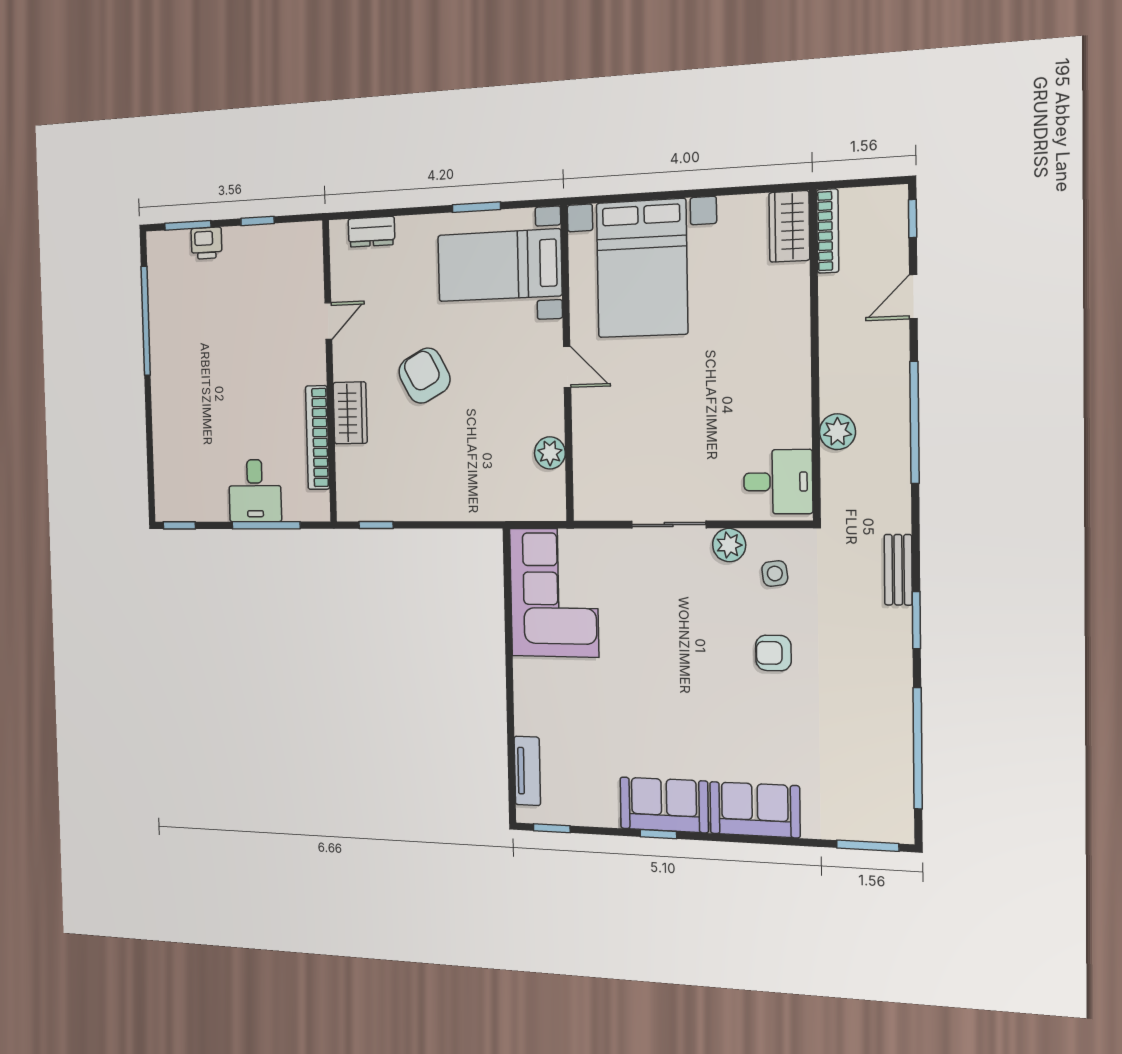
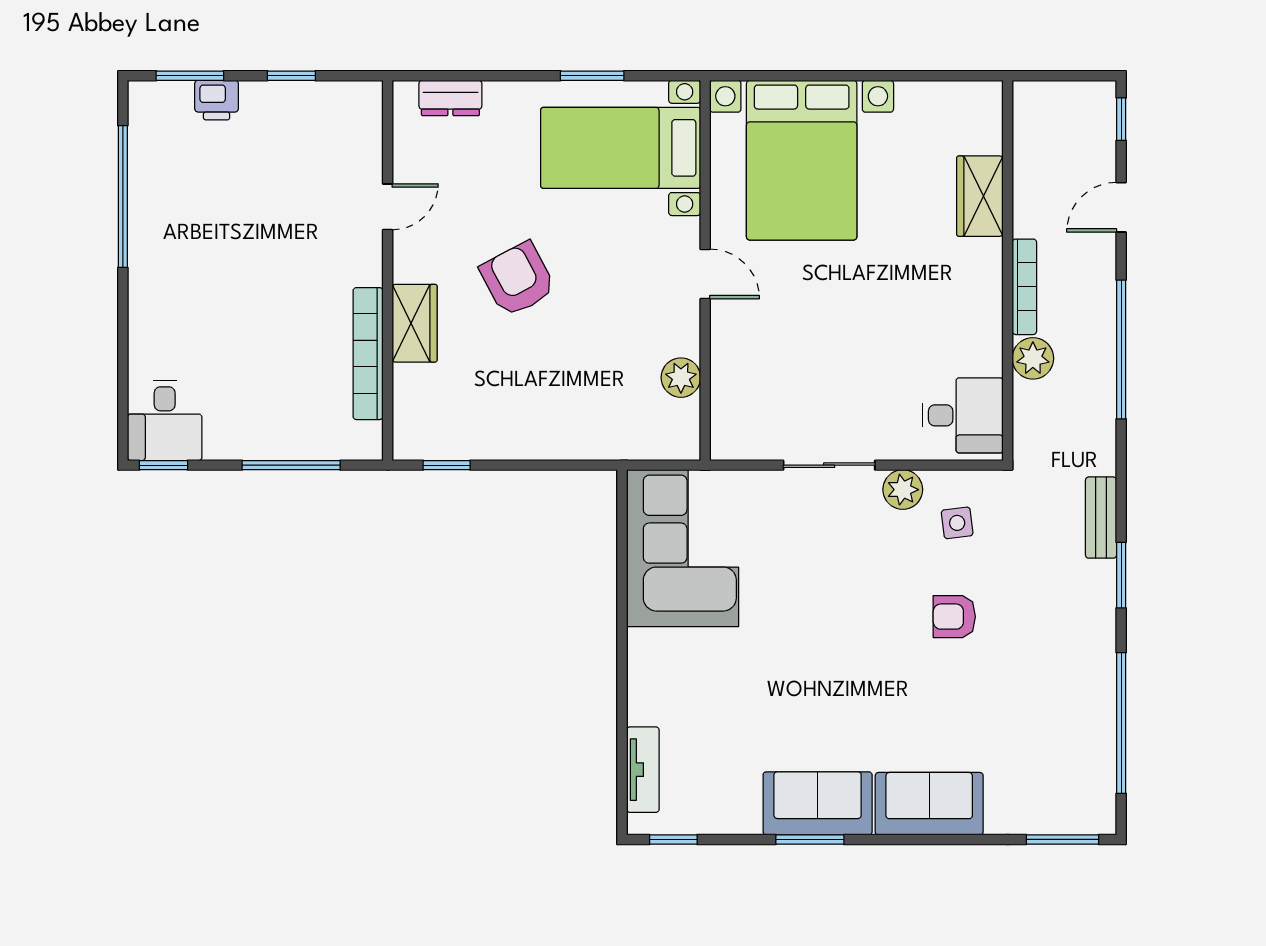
wardrobe: (789, 226) -> (980, 196), moved
bookcase: (828, 231) -> (1024, 287), moved
desk: (255, 491) -> (165, 420), moved
window: (658, 834) -> (810, 839), width x1.50

